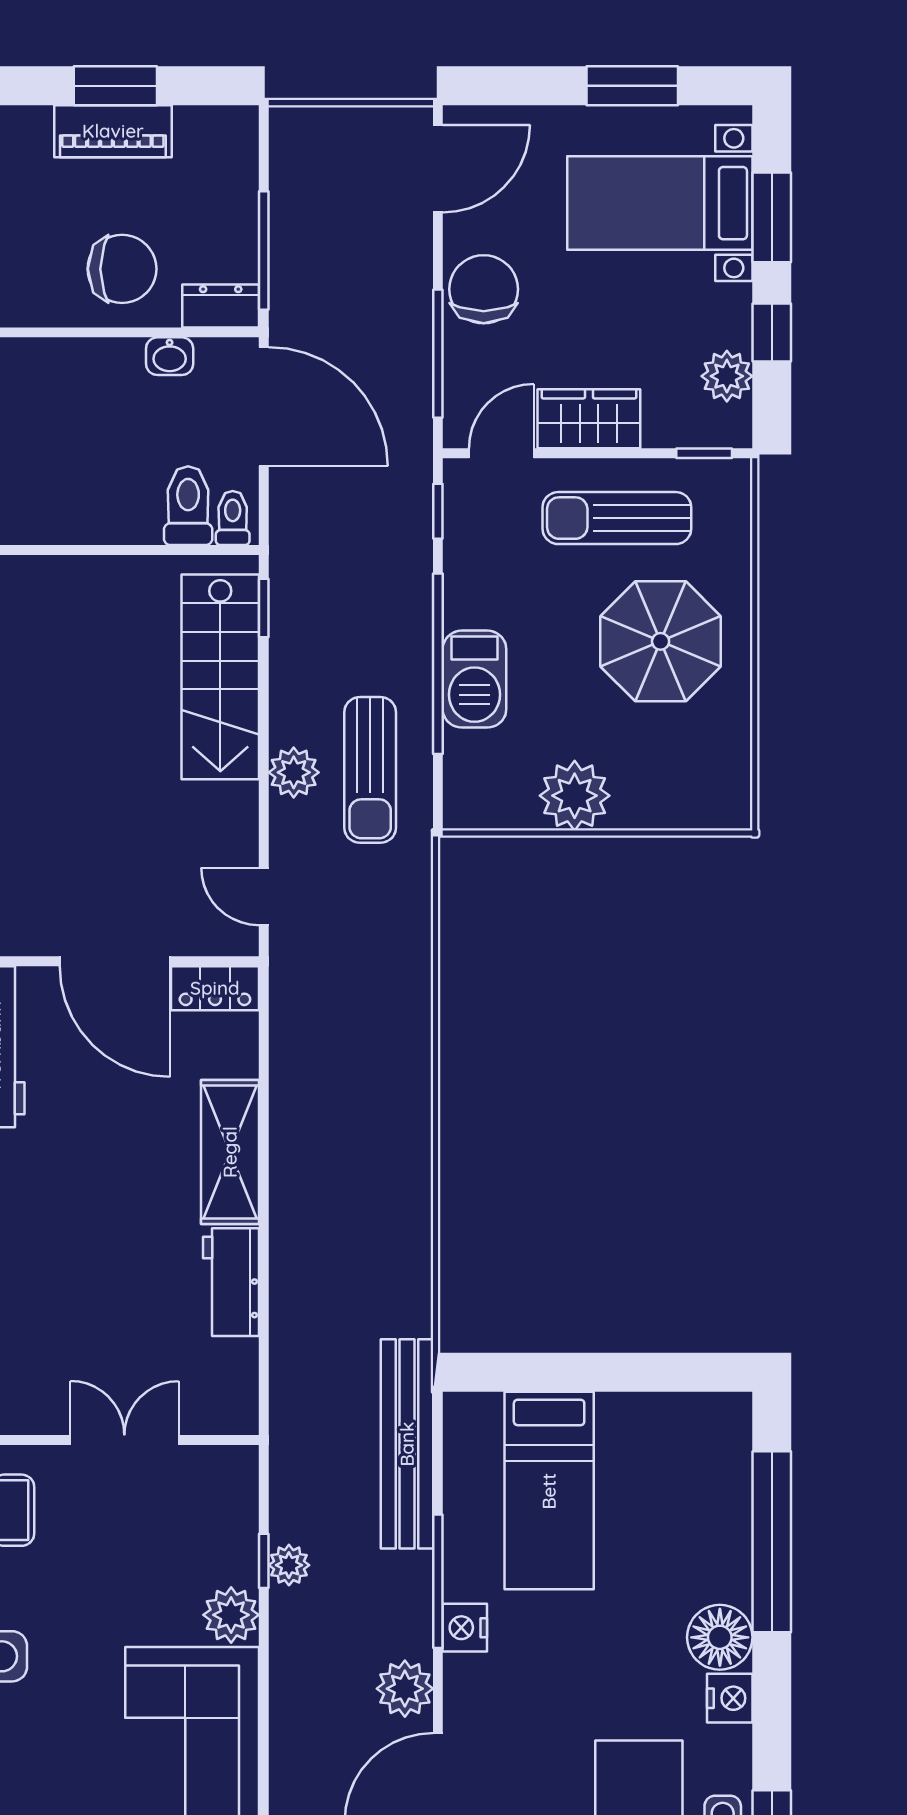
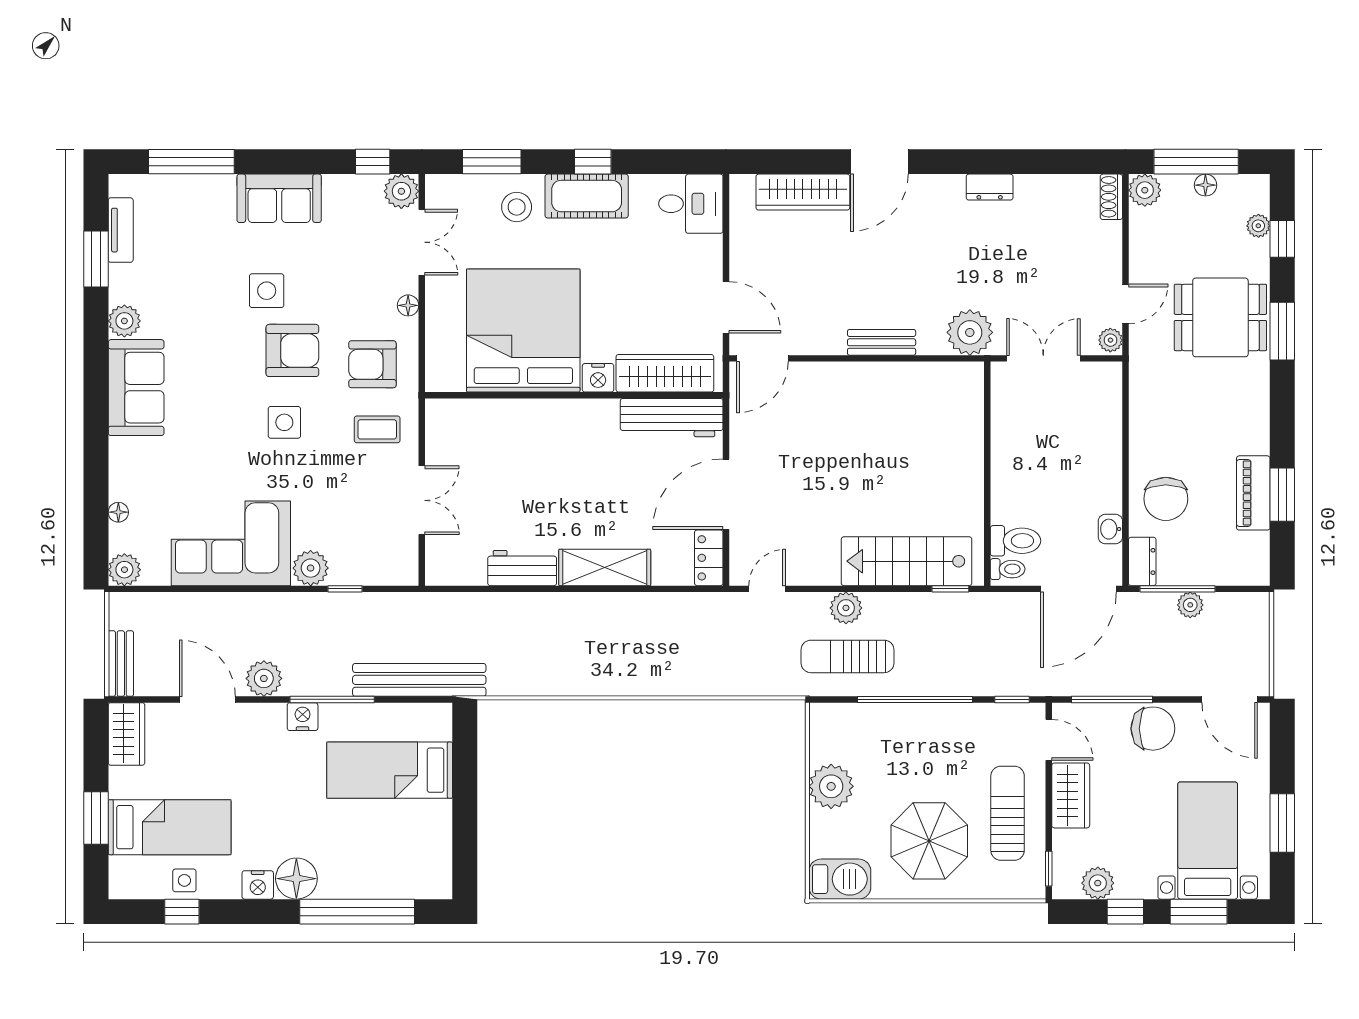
barbecue: (474, 679) -> (840, 879), moved, turned 180
plant: (289, 1565) -> (1190, 605), moved

